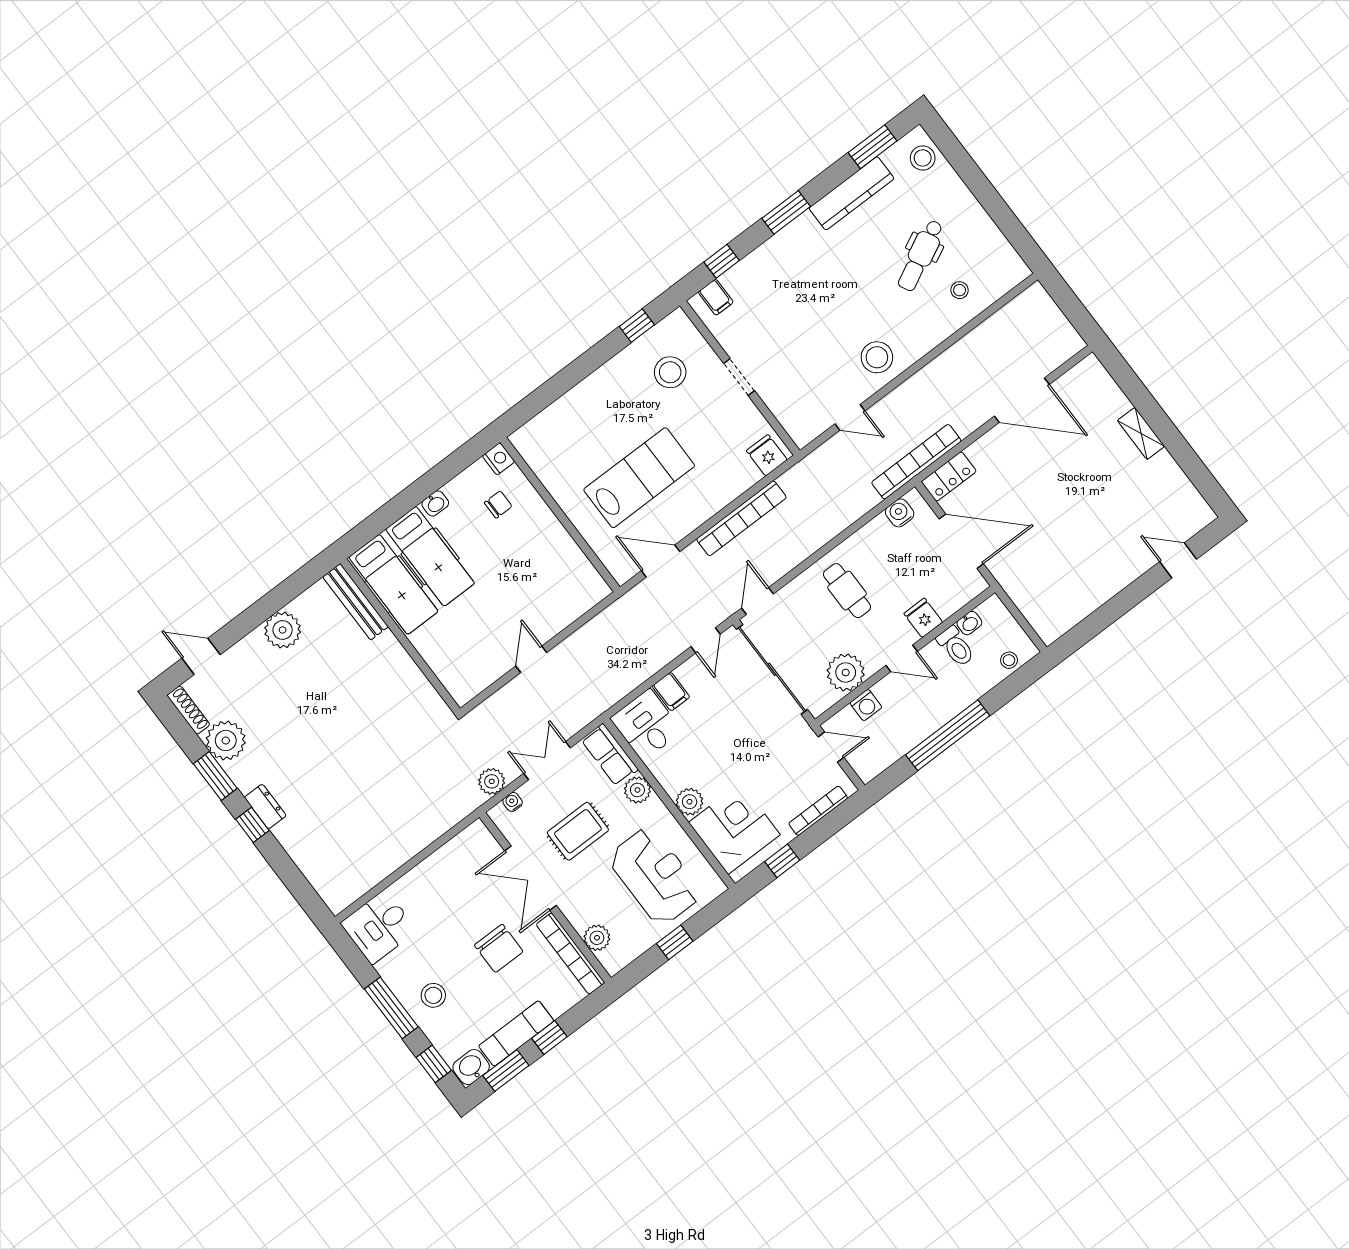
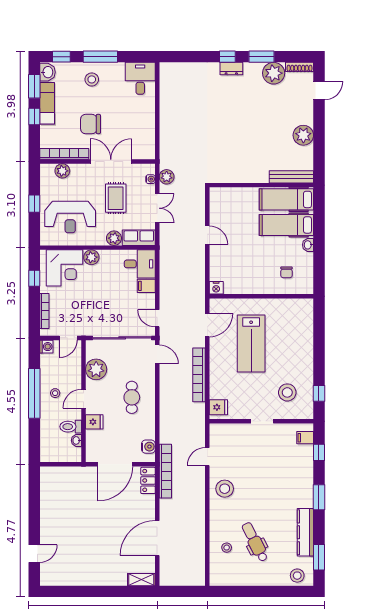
shelving: (1141, 433) -> (141, 580), moved
nightstand: (499, 459) -> (216, 288), moved
cafe table: (847, 591) -> (132, 397), turned 90
stool: (1009, 660) -> (55, 393), moved
washing machine: (866, 705) -> (46, 347), moved, turned 180

